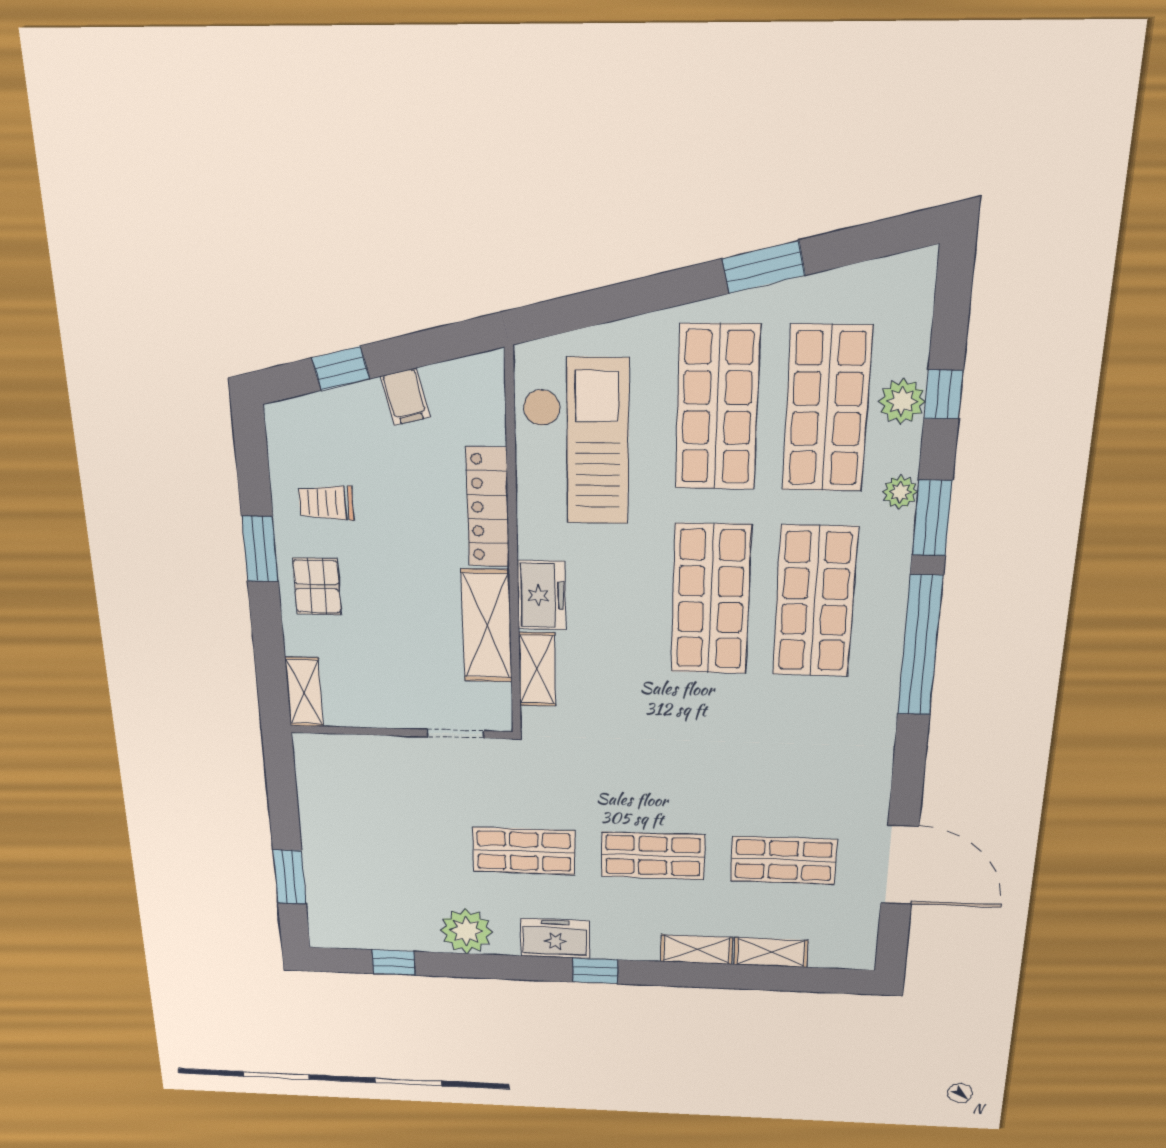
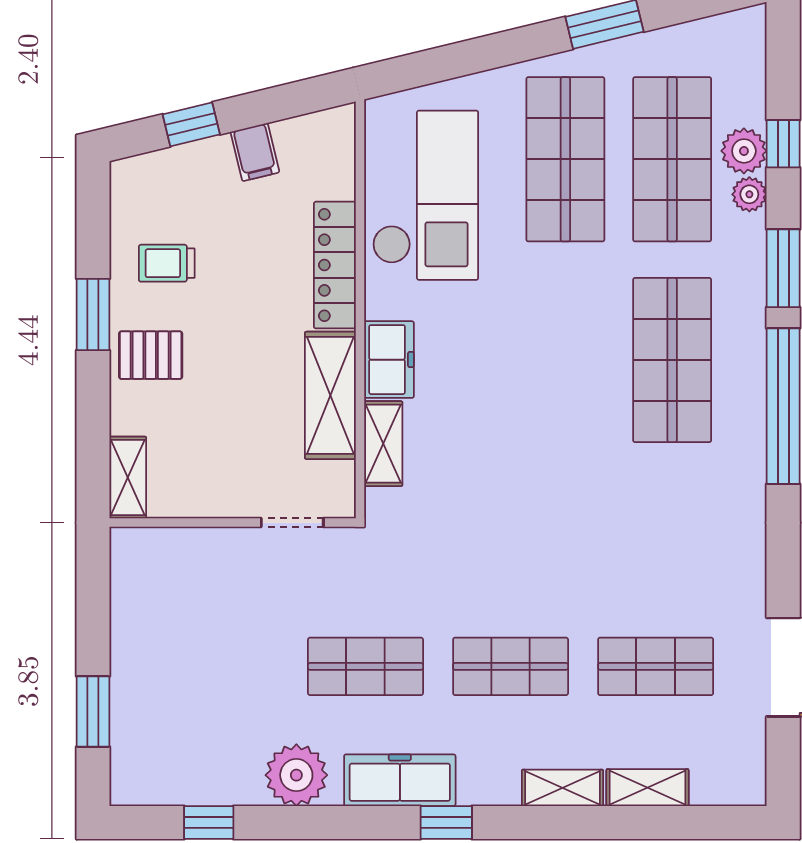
plant: (900, 492) -> (749, 194), moved
pallet: (317, 586) -> (151, 355), turned 90
shop shelf: (711, 599) -> (565, 360), removed
freezer: (555, 938) -> (400, 780), width x1.40

